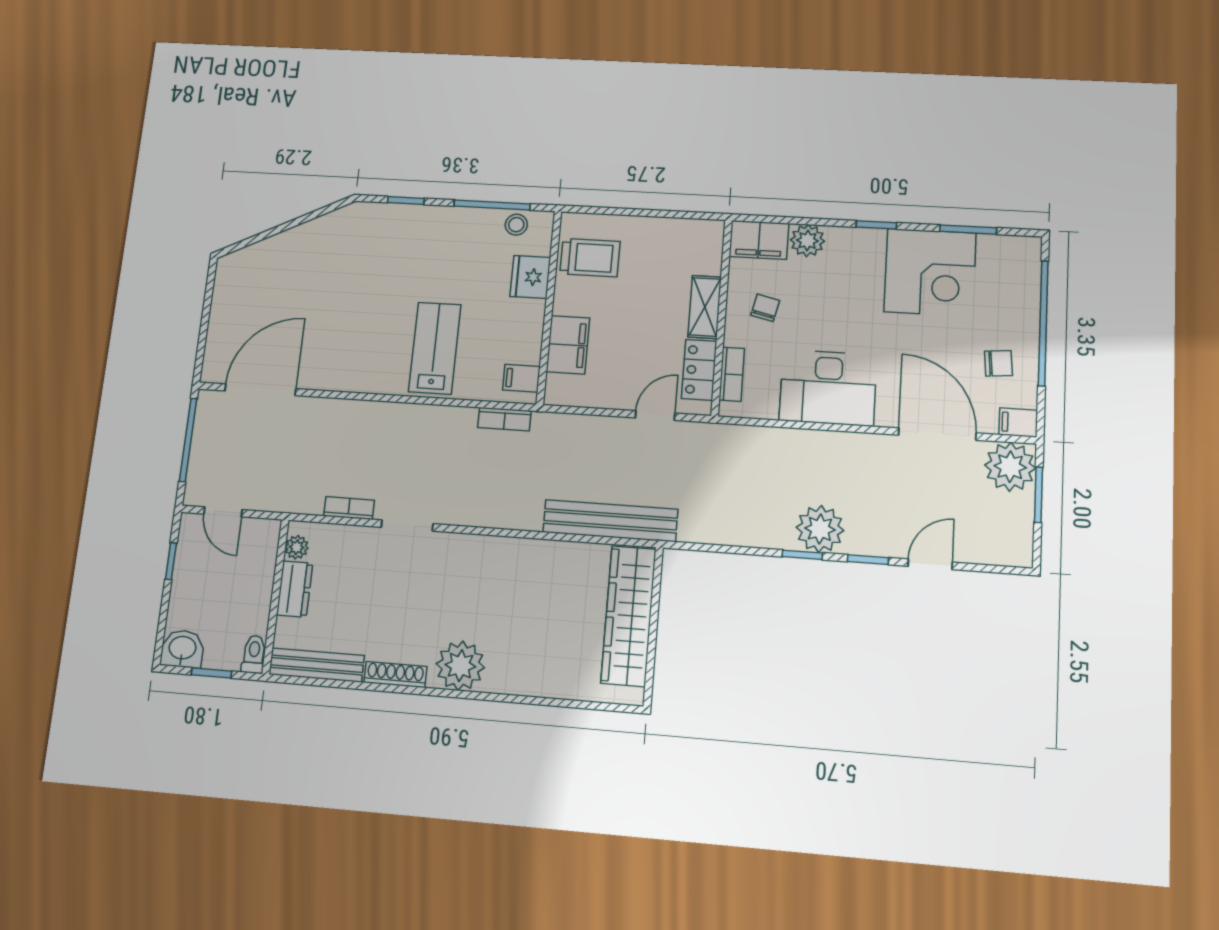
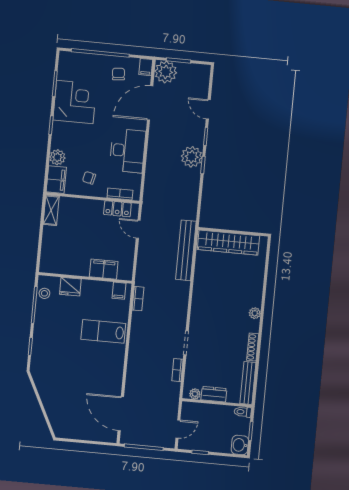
trolley: (590, 258) -> (62, 259), removed
shelving: (705, 307) -> (51, 210), moved, turned 90
plant: (460, 666) -> (255, 313), width x0.53, depth x0.53

